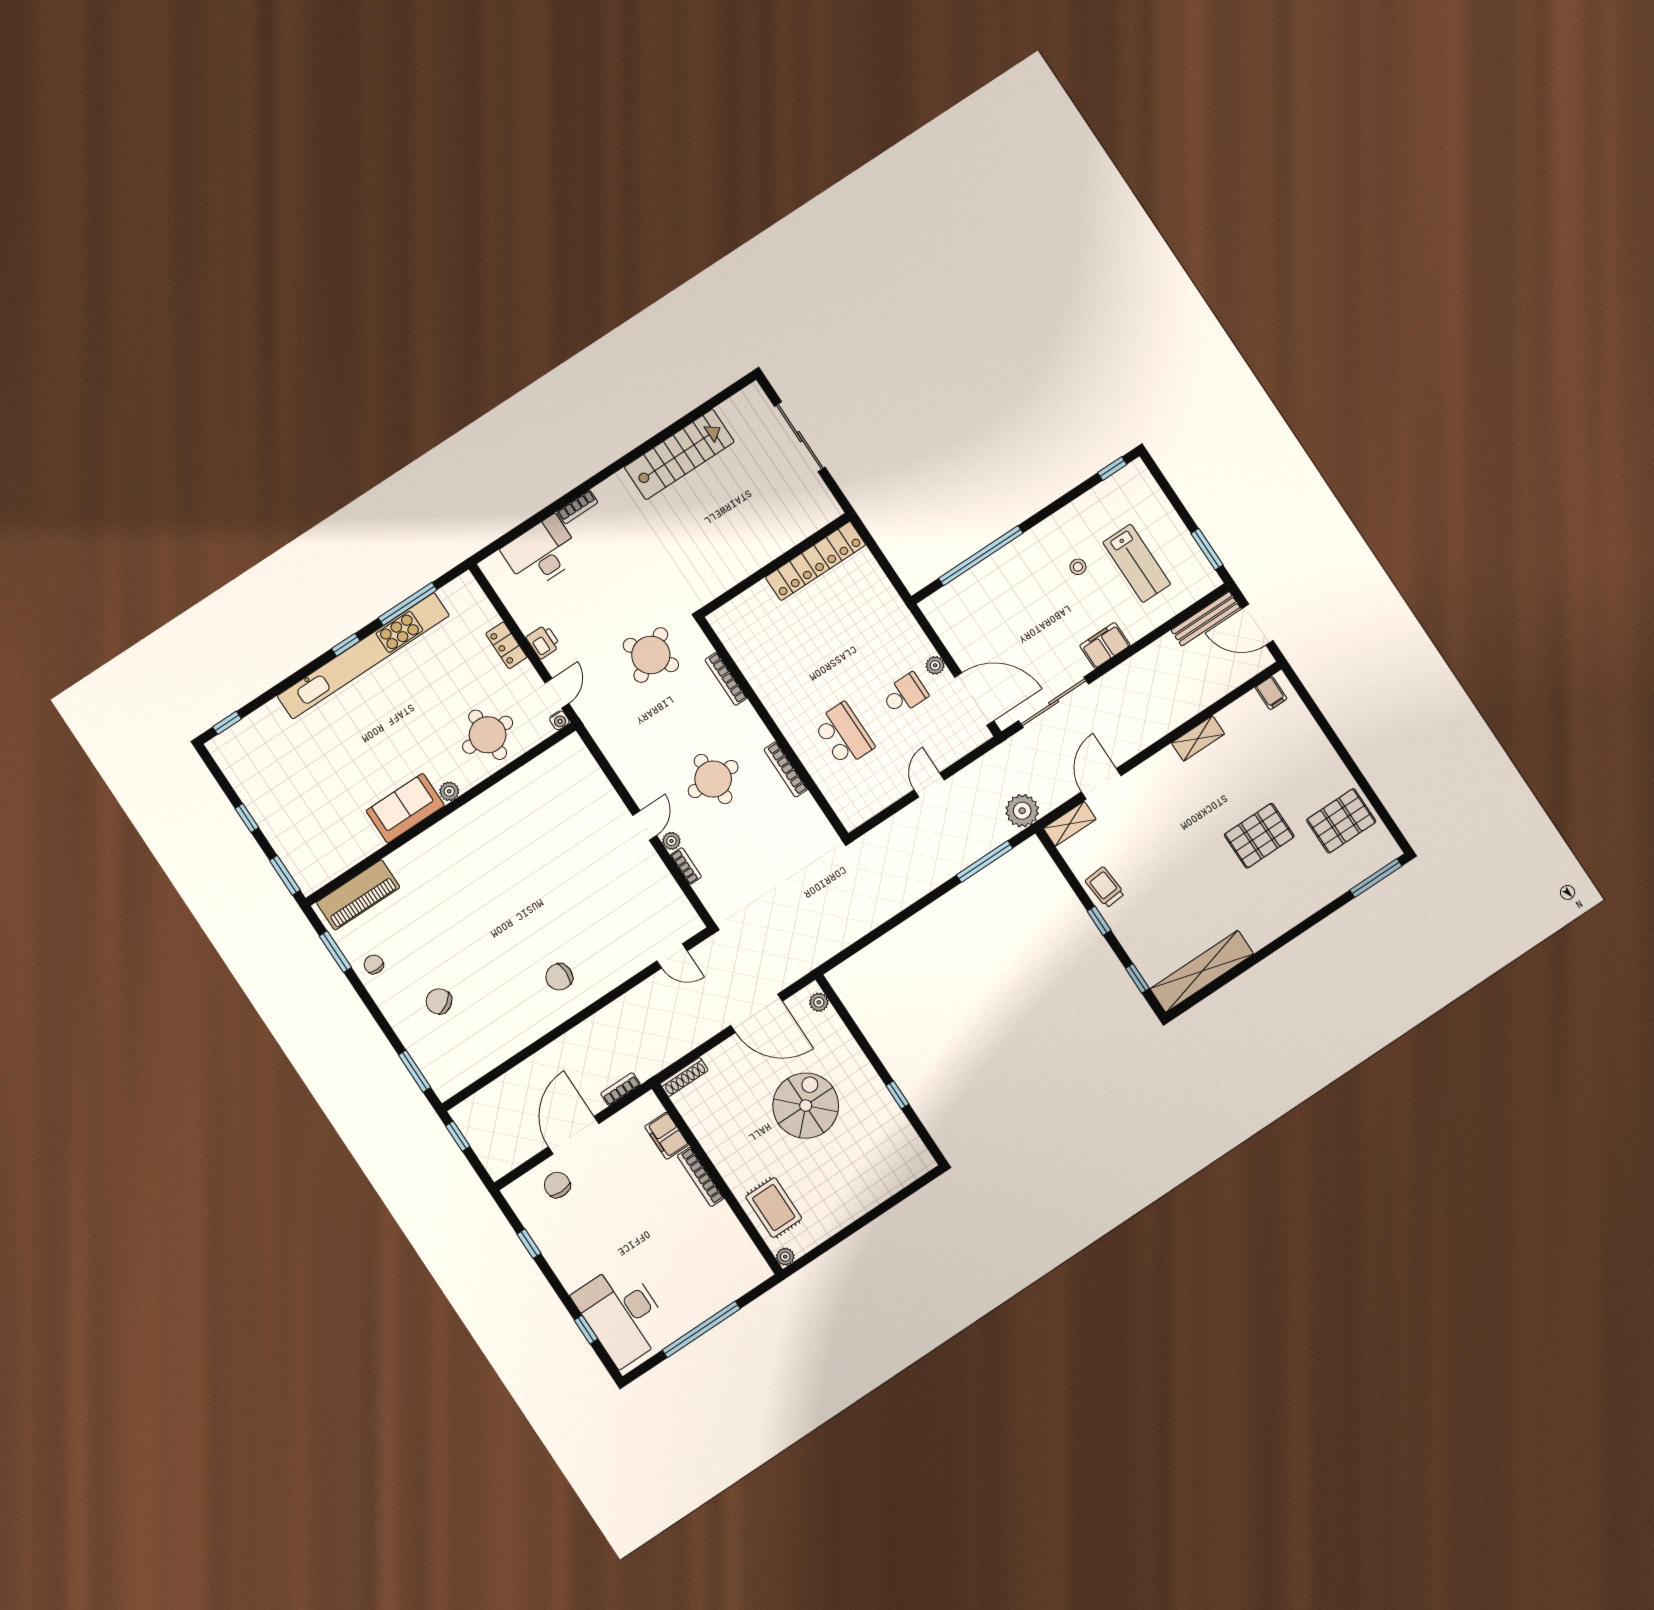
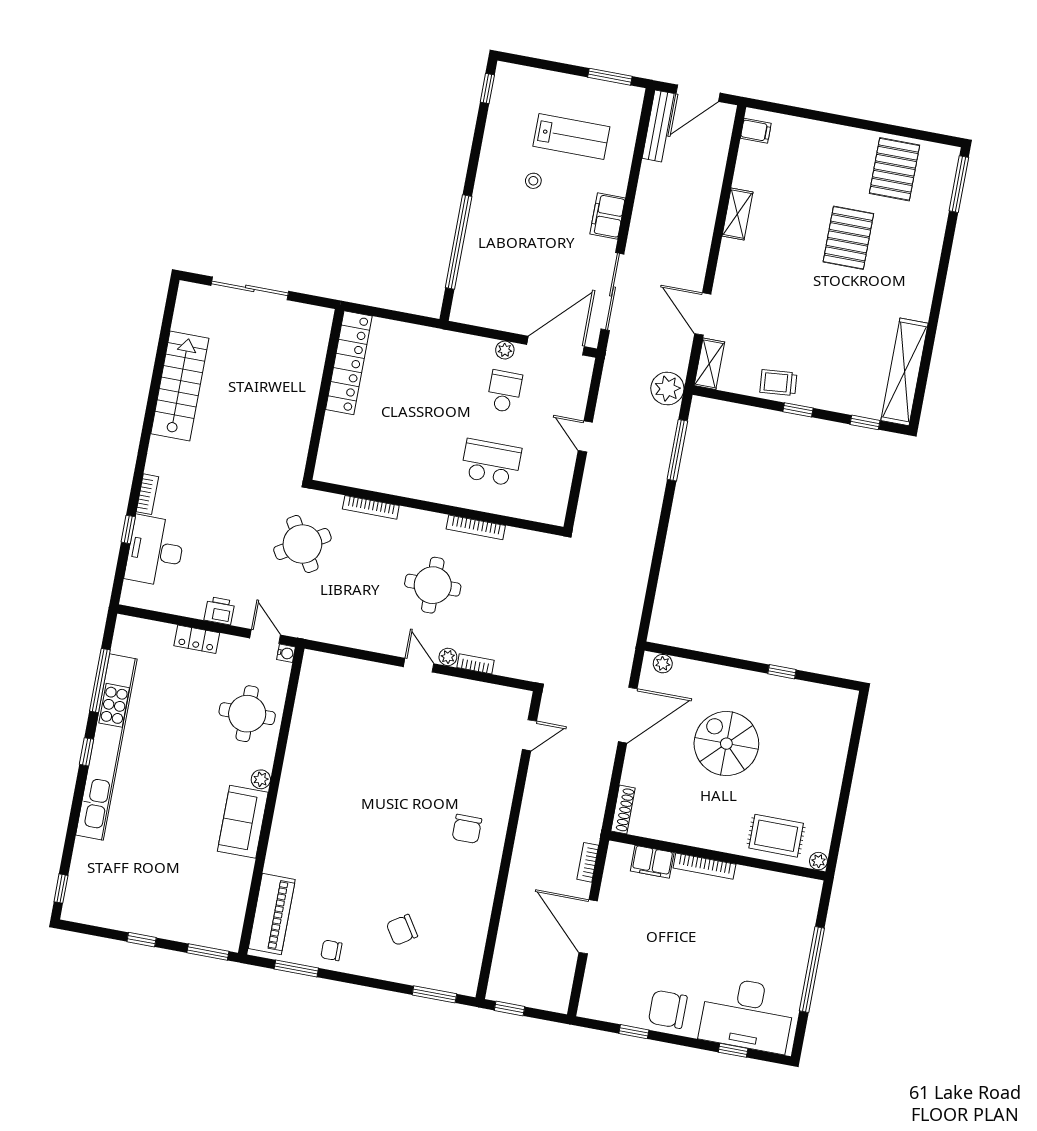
window: (538, 518) -> (128, 529), added
chair: (557, 1185) -> (668, 1009), moved, width x1.37, depth x1.37

